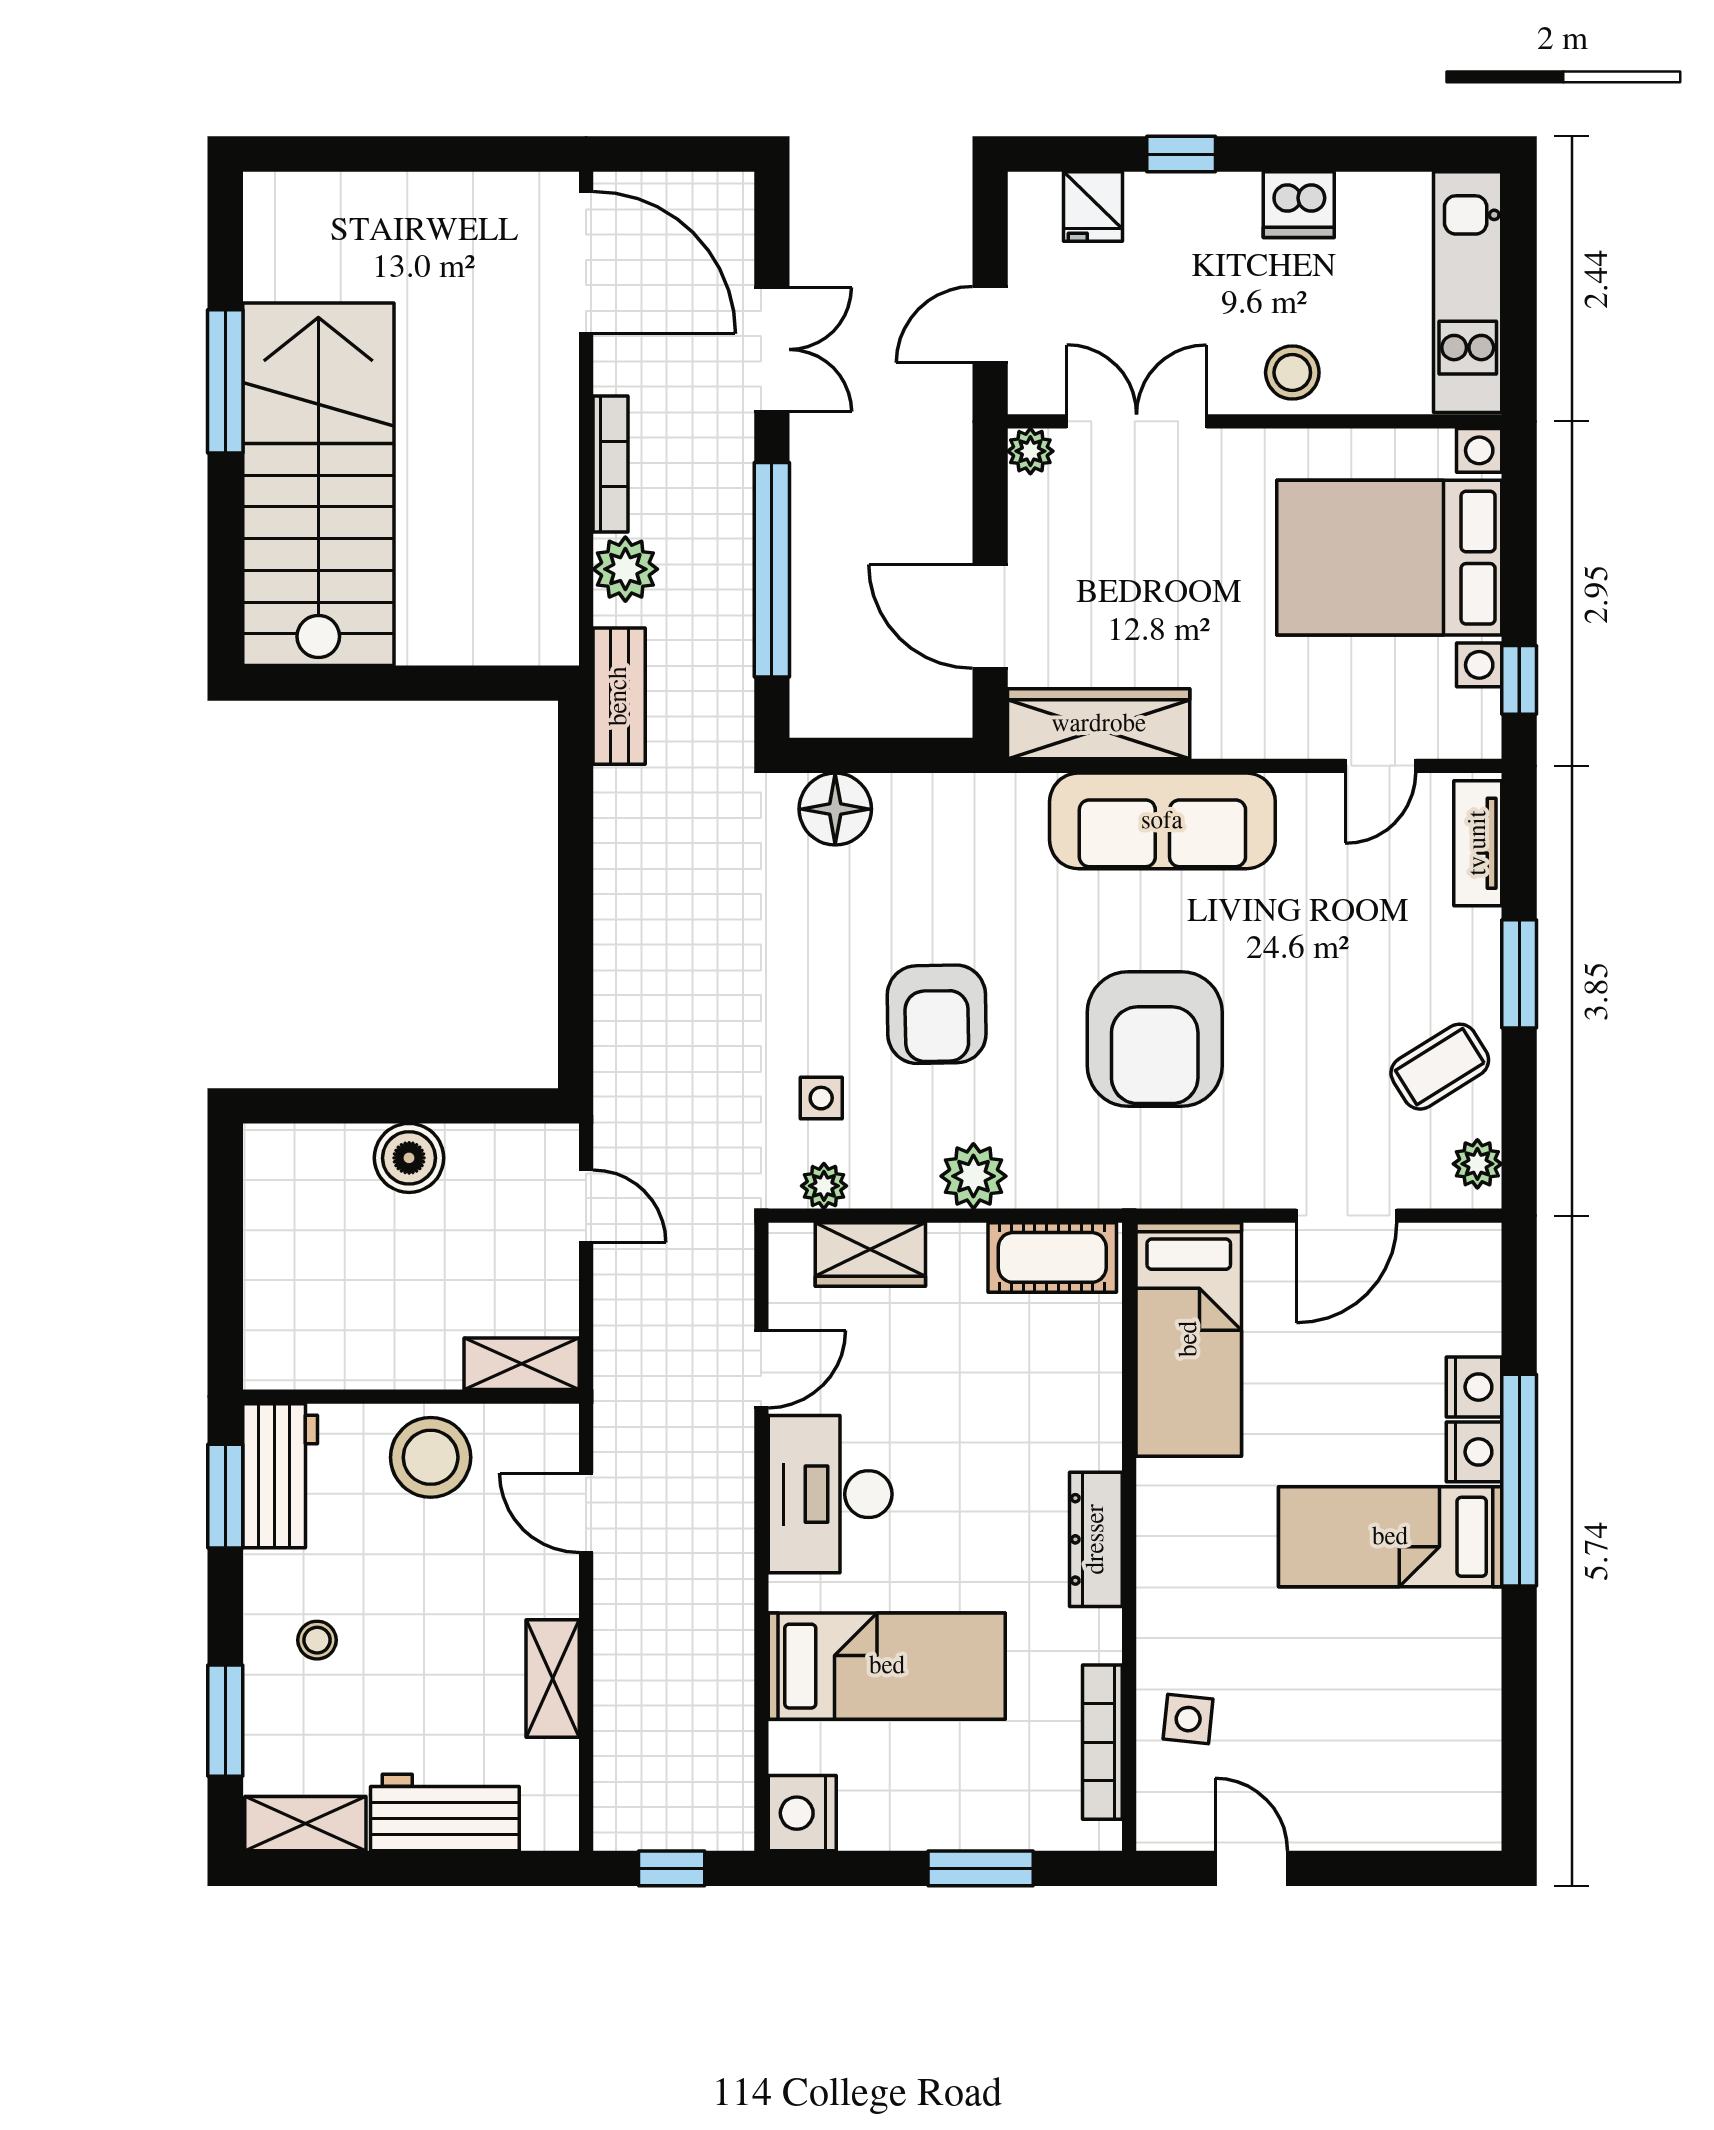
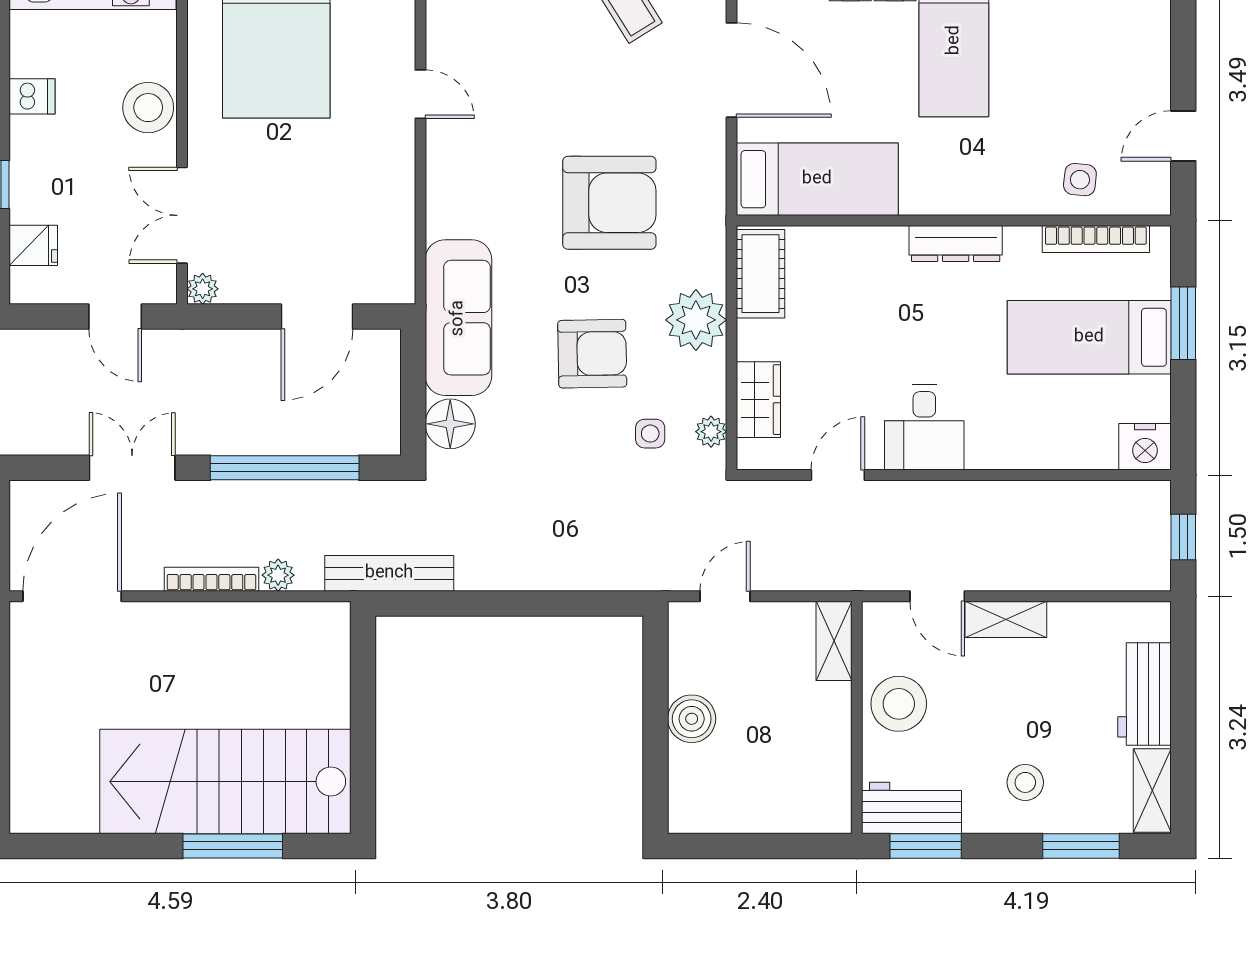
dishwasher: (1299, 205) -> (32, 96), width x0.73
stool: (1292, 373) -> (148, 108), width x1.38, depth x1.38
window: (225, 381) -> (233, 846), moved
plant: (625, 569) -> (278, 575), width x0.73, depth x0.73
bench: (619, 696) -> (389, 573), width x1.36
wardrobe: (1099, 724) -> (391, 242), removed
door: (1380, 766) -> (420, 94), moved
sofa: (1162, 821) -> (458, 318), moved
plant: (973, 1176) -> (696, 320), width x1.36, depth x1.36
door: (1346, 1216) -> (732, 70), width x1.36
door: (761, 1369) -> (838, 475), hinge flipped
desk: (830, 1494) -> (924, 427), width x0.73
door: (586, 1513) -> (937, 596), hinge flipped
stool: (317, 1640) -> (1025, 782), width x1.37, depth x1.37
bed: (887, 1666) -> (1089, 337), moved, turned -90
shelving: (553, 1679) -> (1006, 619), moved

